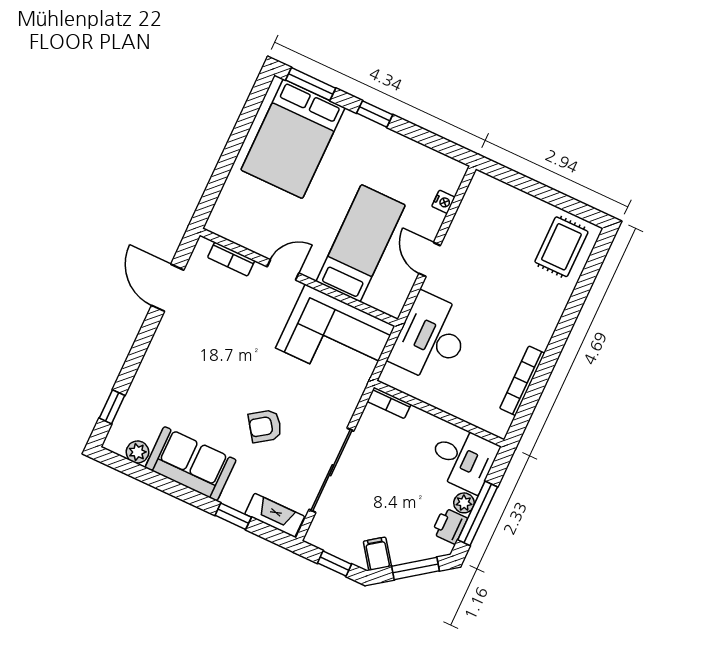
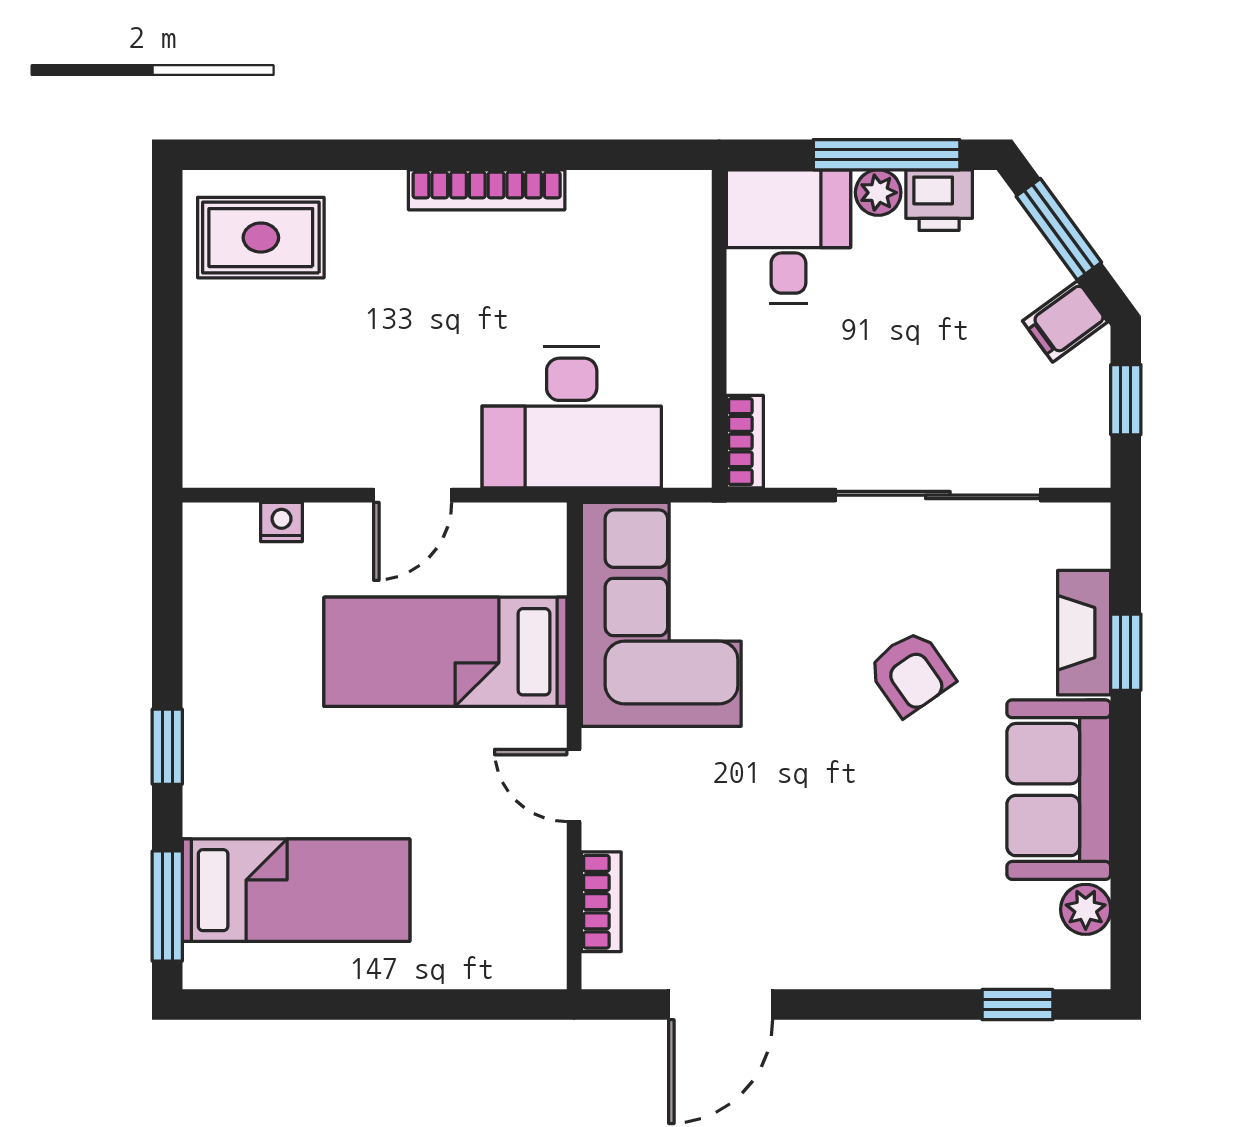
bed: (293, 139) -> (296, 890), width x0.67
bookcase: (522, 381) -> (487, 190), moved
fireplace: (275, 515) -> (1084, 633), moved

